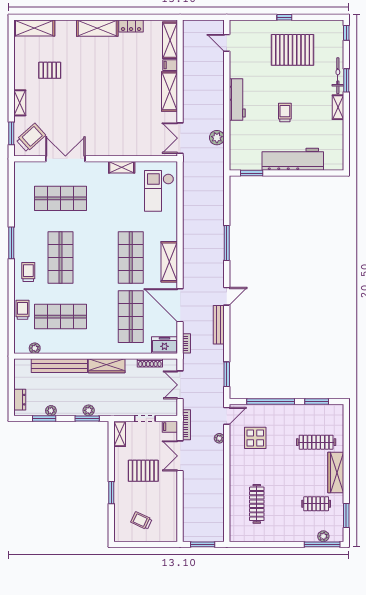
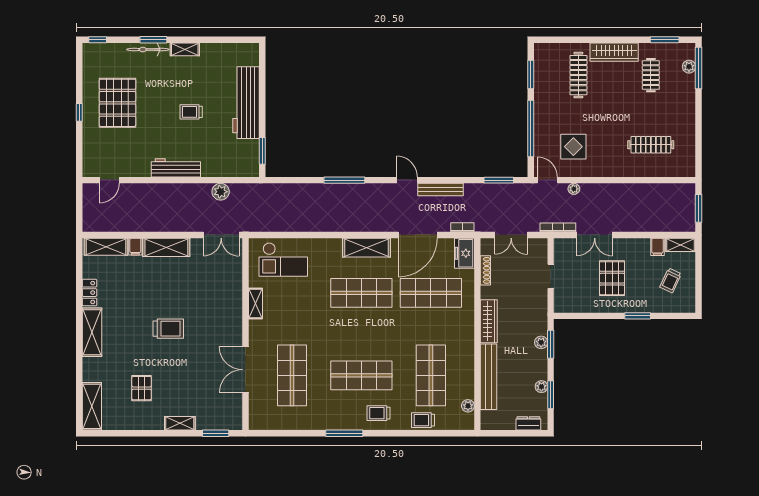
trolley: (31, 138) -> (168, 329), moved, turned 132
filing cabinet: (170, 427) -> (657, 247), moved
shelving: (120, 434) -> (680, 245), moved

